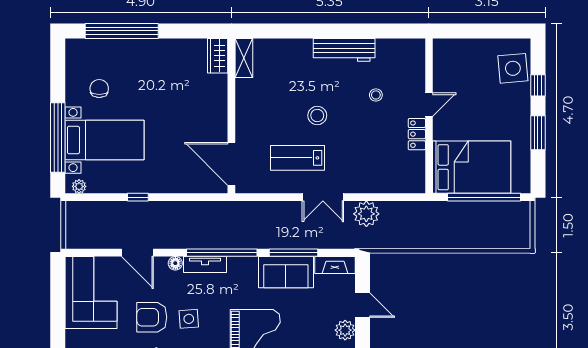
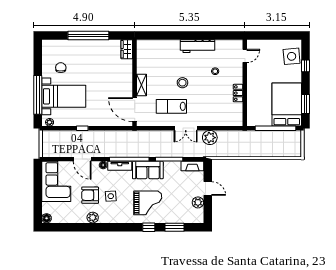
window: (122, 31) -> (88, 36), moved
shelving: (244, 58) -> (142, 85), moved
door: (429, 105) -> (245, 56), moved
window: (538, 133) -> (306, 104), moved
bed: (472, 167) -> (287, 104), moved, turned -90
sofa: (286, 272) -> (148, 170), moved

